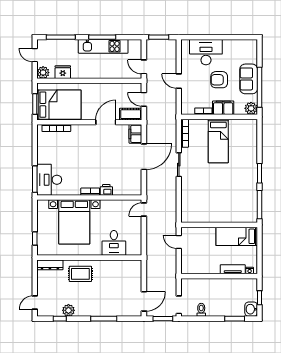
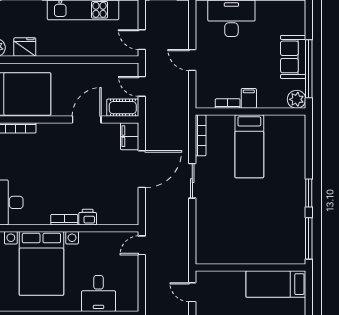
armchair: (219, 80) -> (251, 58), removed
filing cabinet: (223, 108) -> (249, 98), width x0.50

